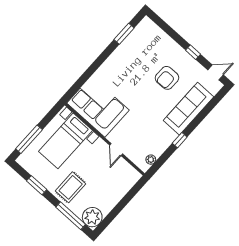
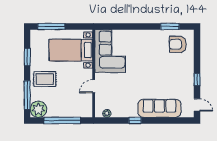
armchair: (167, 78) -> (178, 44), moved
window: (121, 205) -> (62, 120), added

